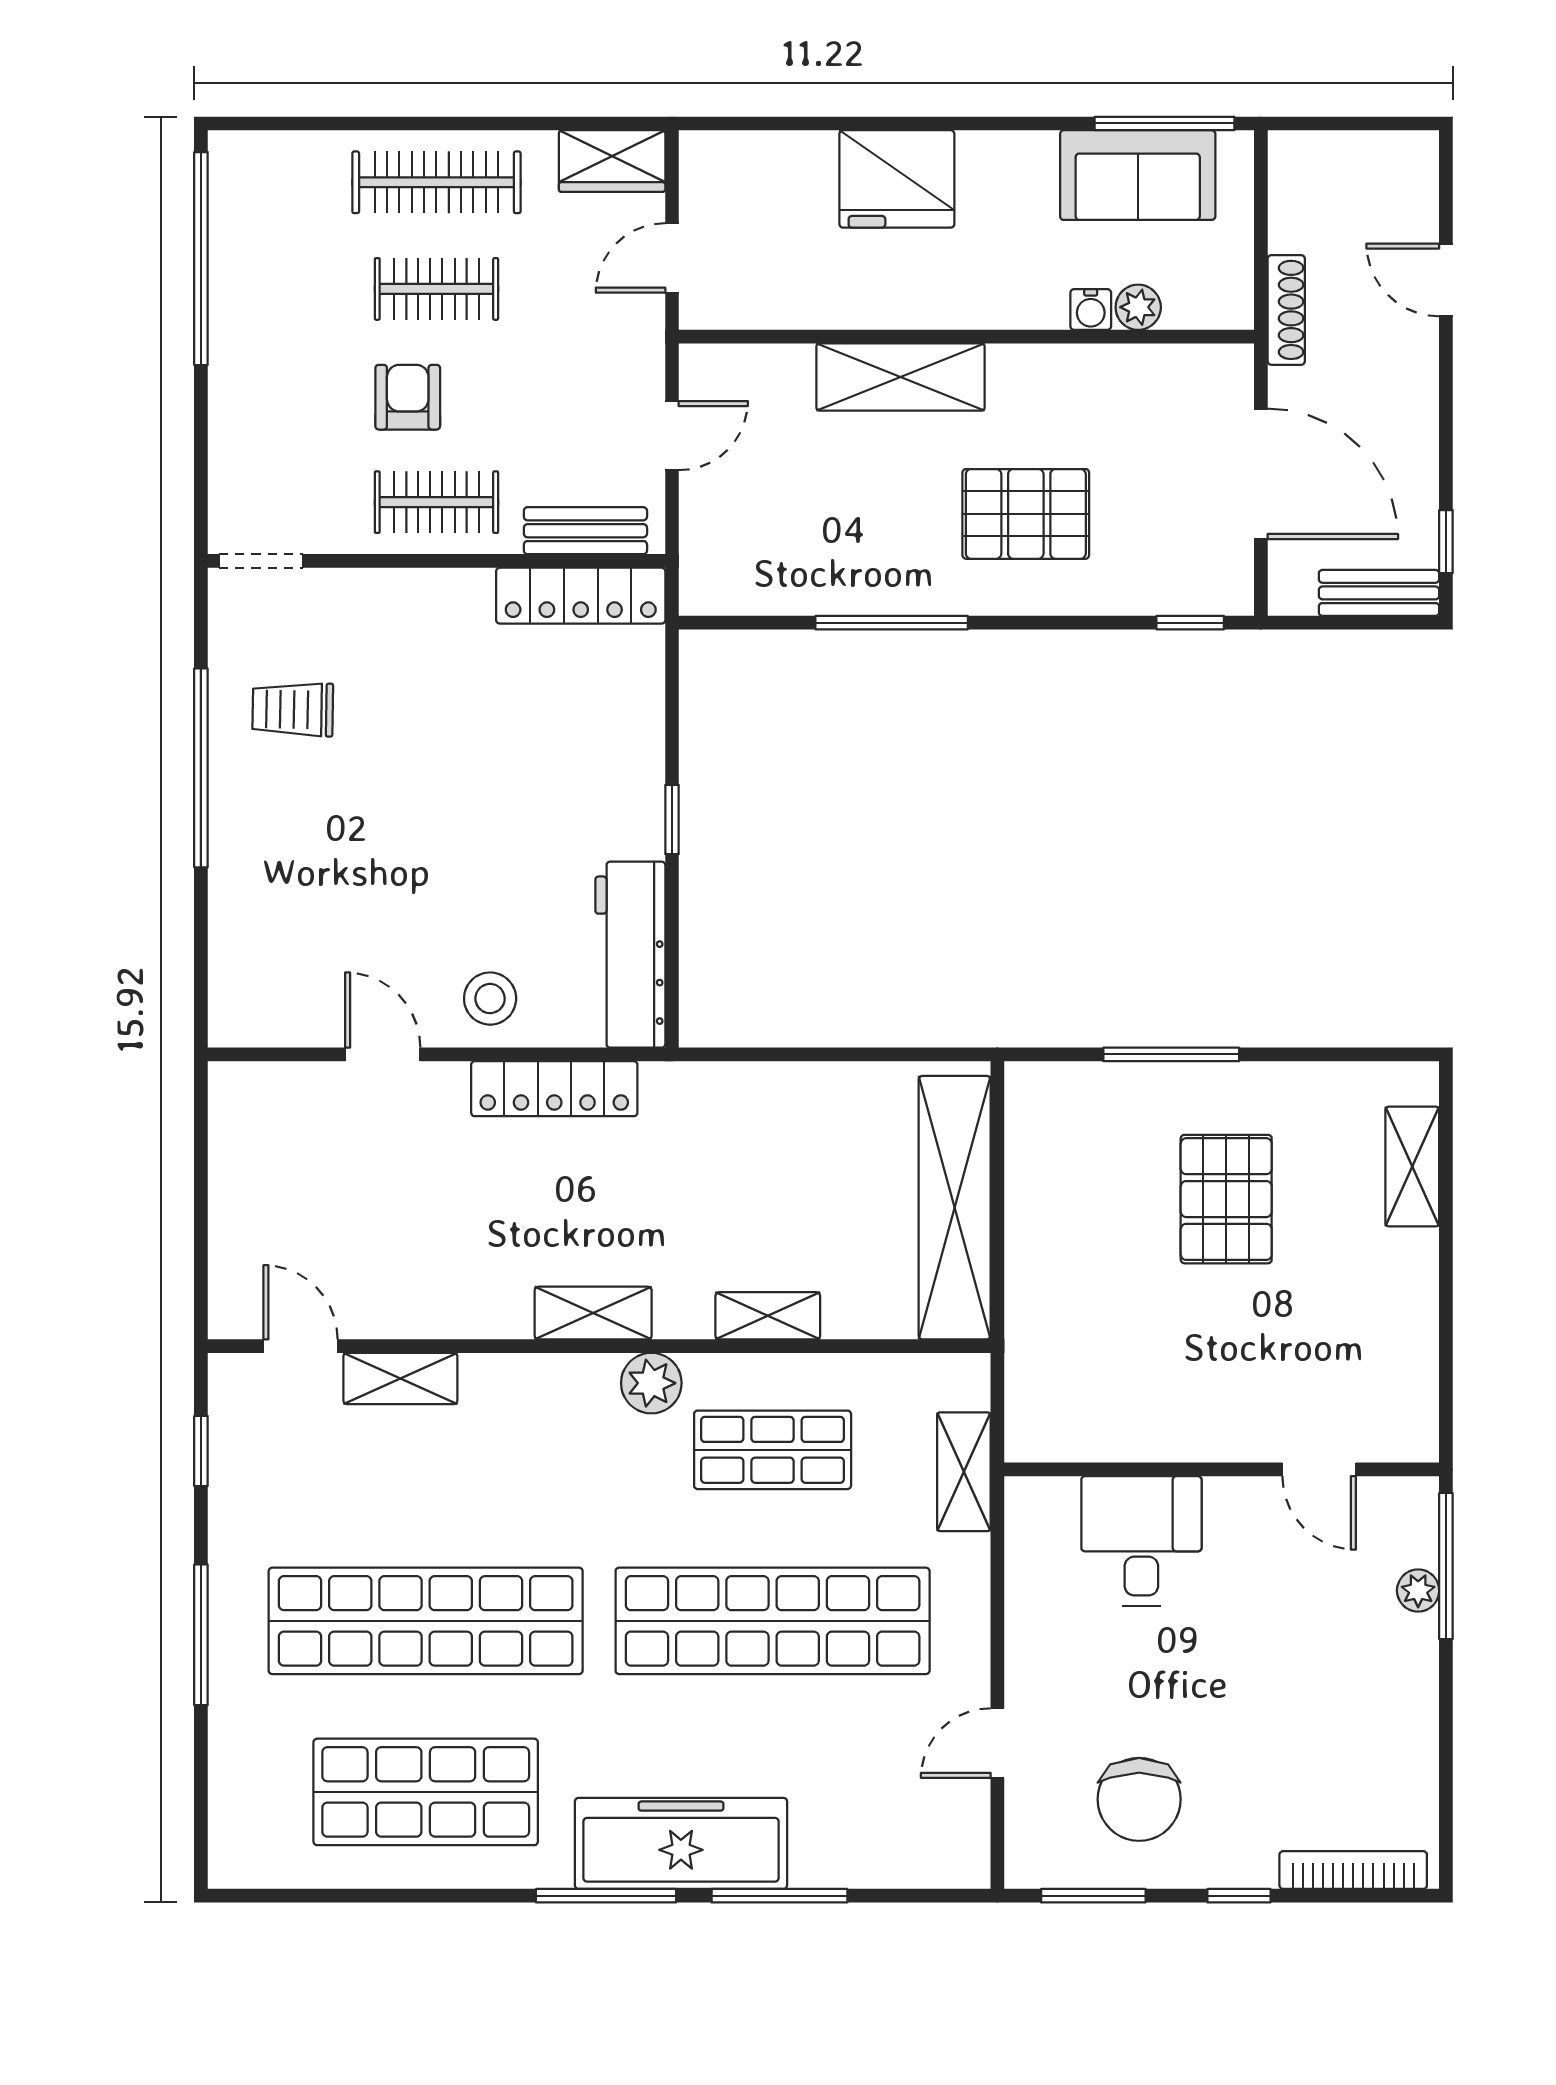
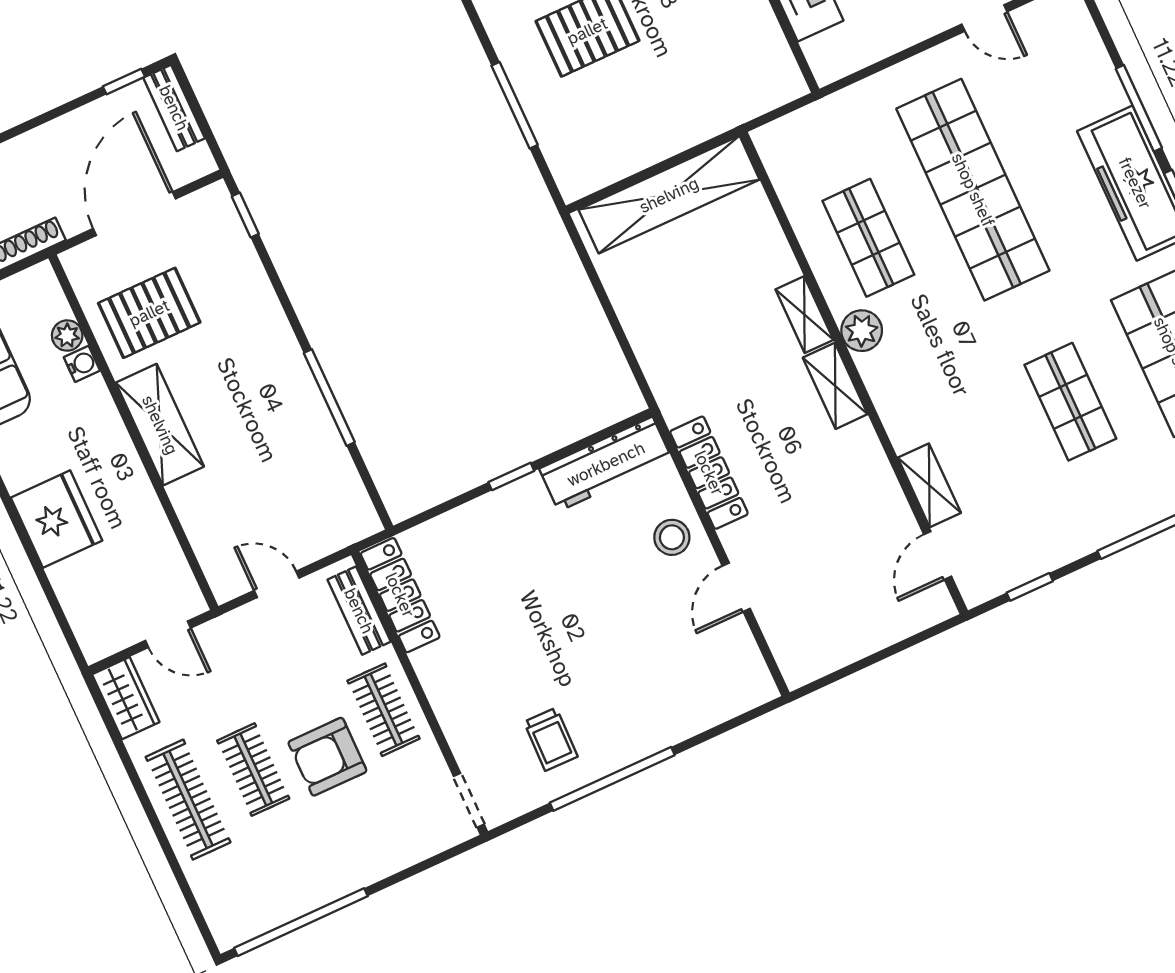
shelving: (901, 377) -> (160, 425), moved
armchair: (408, 397) -> (327, 757), width x1.38, depth x1.38
pallet: (1026, 514) -> (149, 313), moved, turned 90
shelving: (768, 1316) -> (804, 315), moved
shelving: (964, 1472) -> (828, 115), removed
shop shelf: (426, 1621) -> (1070, 402), width x0.50, depth x0.74

